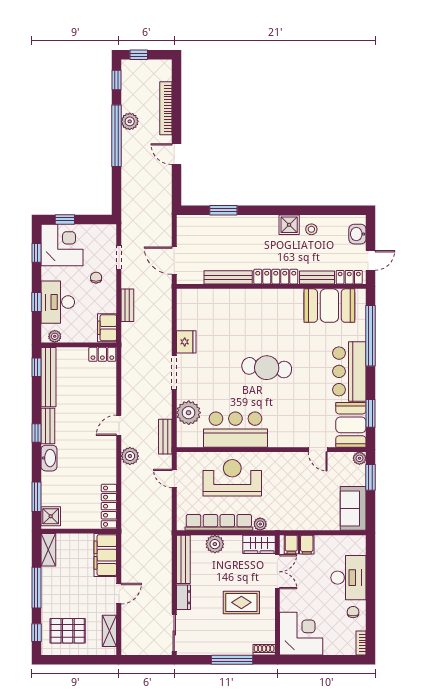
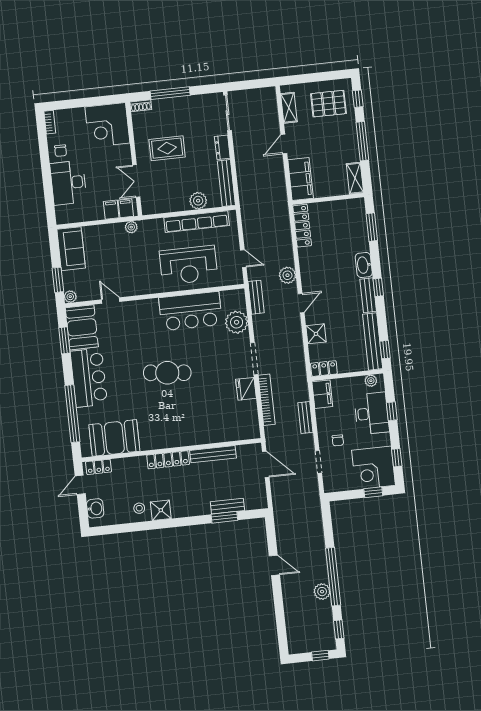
bookcase: (166, 108) -> (267, 400), moved
bench: (317, 277) -> (227, 506), moved
shower: (51, 516) -> (316, 334), moved
plant: (260, 524) -> (131, 227), moved
wardrobe: (259, 544) -> (156, 205), removed

